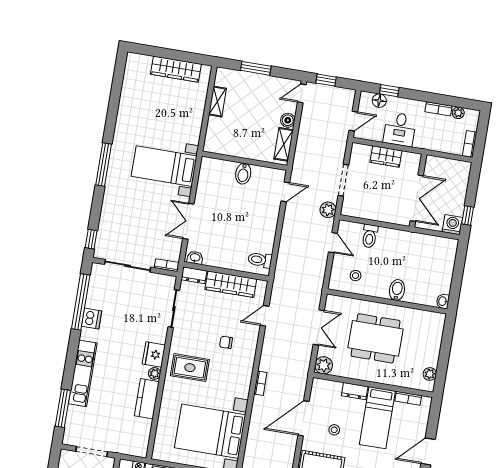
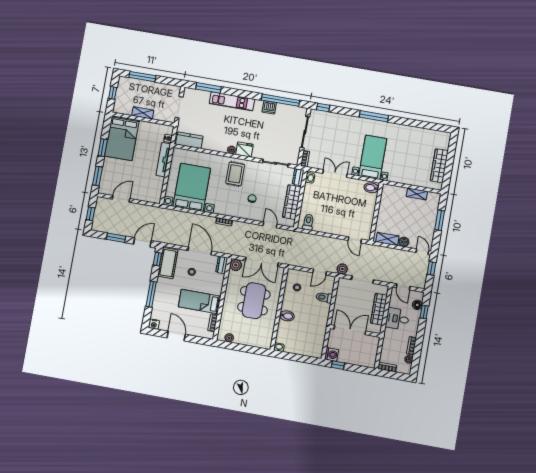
wardrobe: (386, 156) -> (379, 309), width x1.50
bidet: (243, 174) -> (371, 188), moved
double door: (417, 198) -> (350, 330), swing flipped
double door: (319, 327) -> (262, 262), width x1.37
dresser: (355, 391) -> (222, 265), moved
kitchen counter: (147, 399) -> (189, 140), moved

